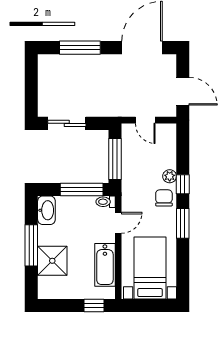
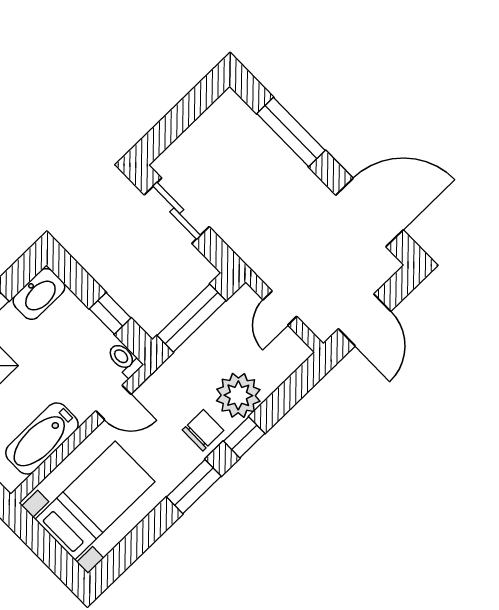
plant: (170, 176) -> (238, 395), width x1.87, depth x1.87
window: (82, 189) -> (110, 313), width x0.46

